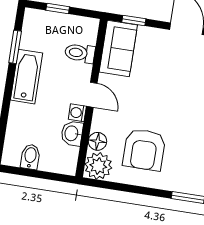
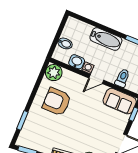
bathtub: (27, 77) -> (106, 39), moved
floor lamp: (97, 141) -> (68, 76), removed
bidet: (30, 157) -> (65, 43), moved

